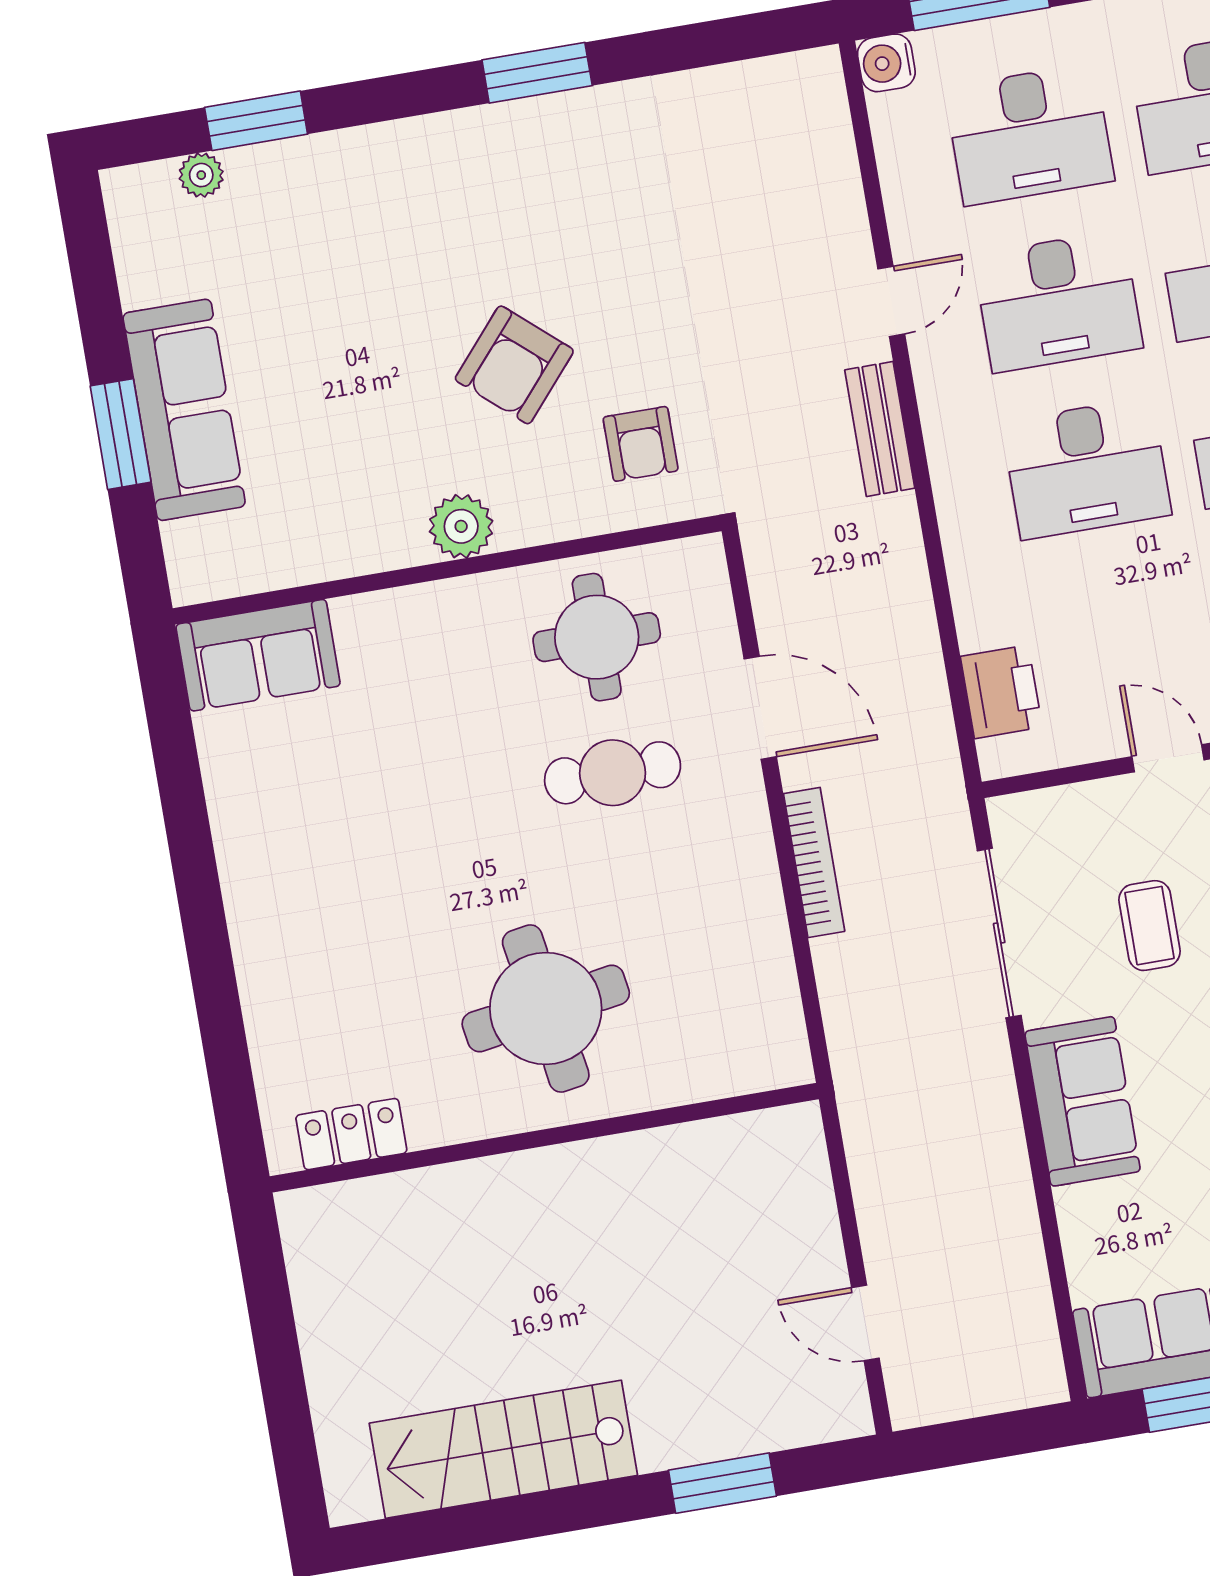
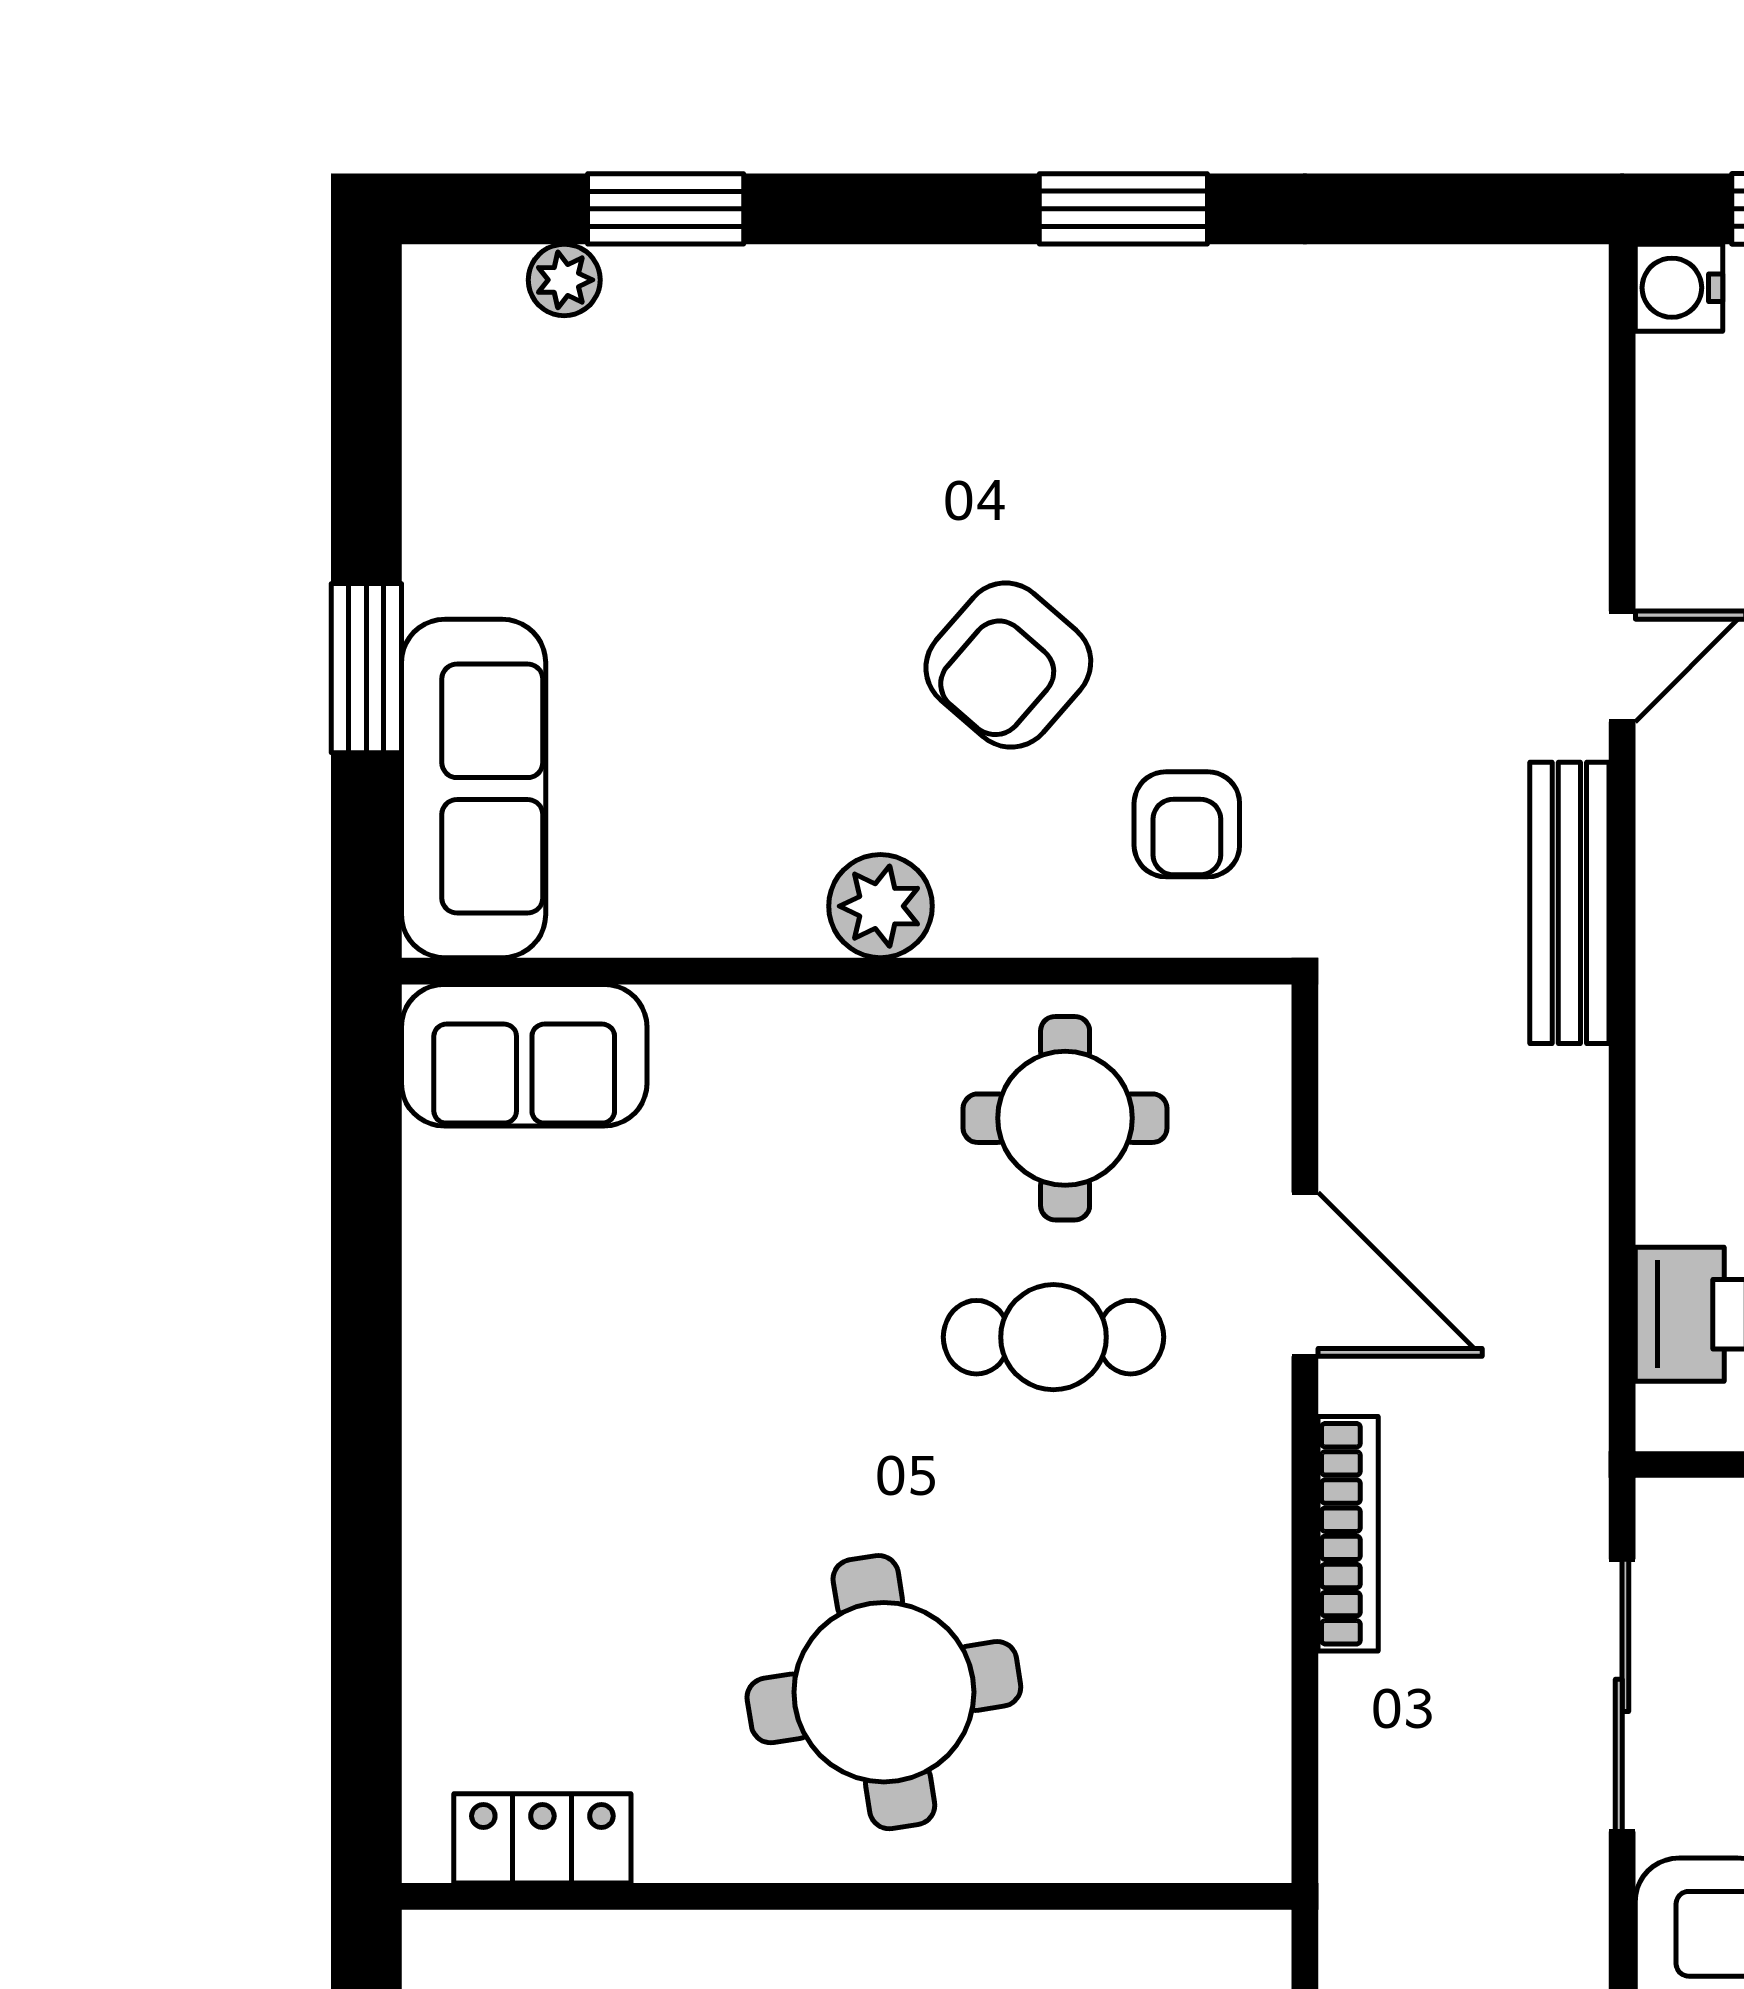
sofa: (184, 410) -> (474, 789), moved
bench: (880, 429) -> (1569, 903), width x1.36

